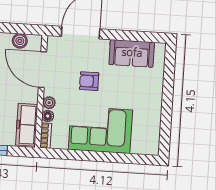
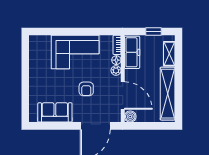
boiler: (20, 41) -> (130, 117), moved
armchair: (89, 81) -> (86, 89), turned 90

